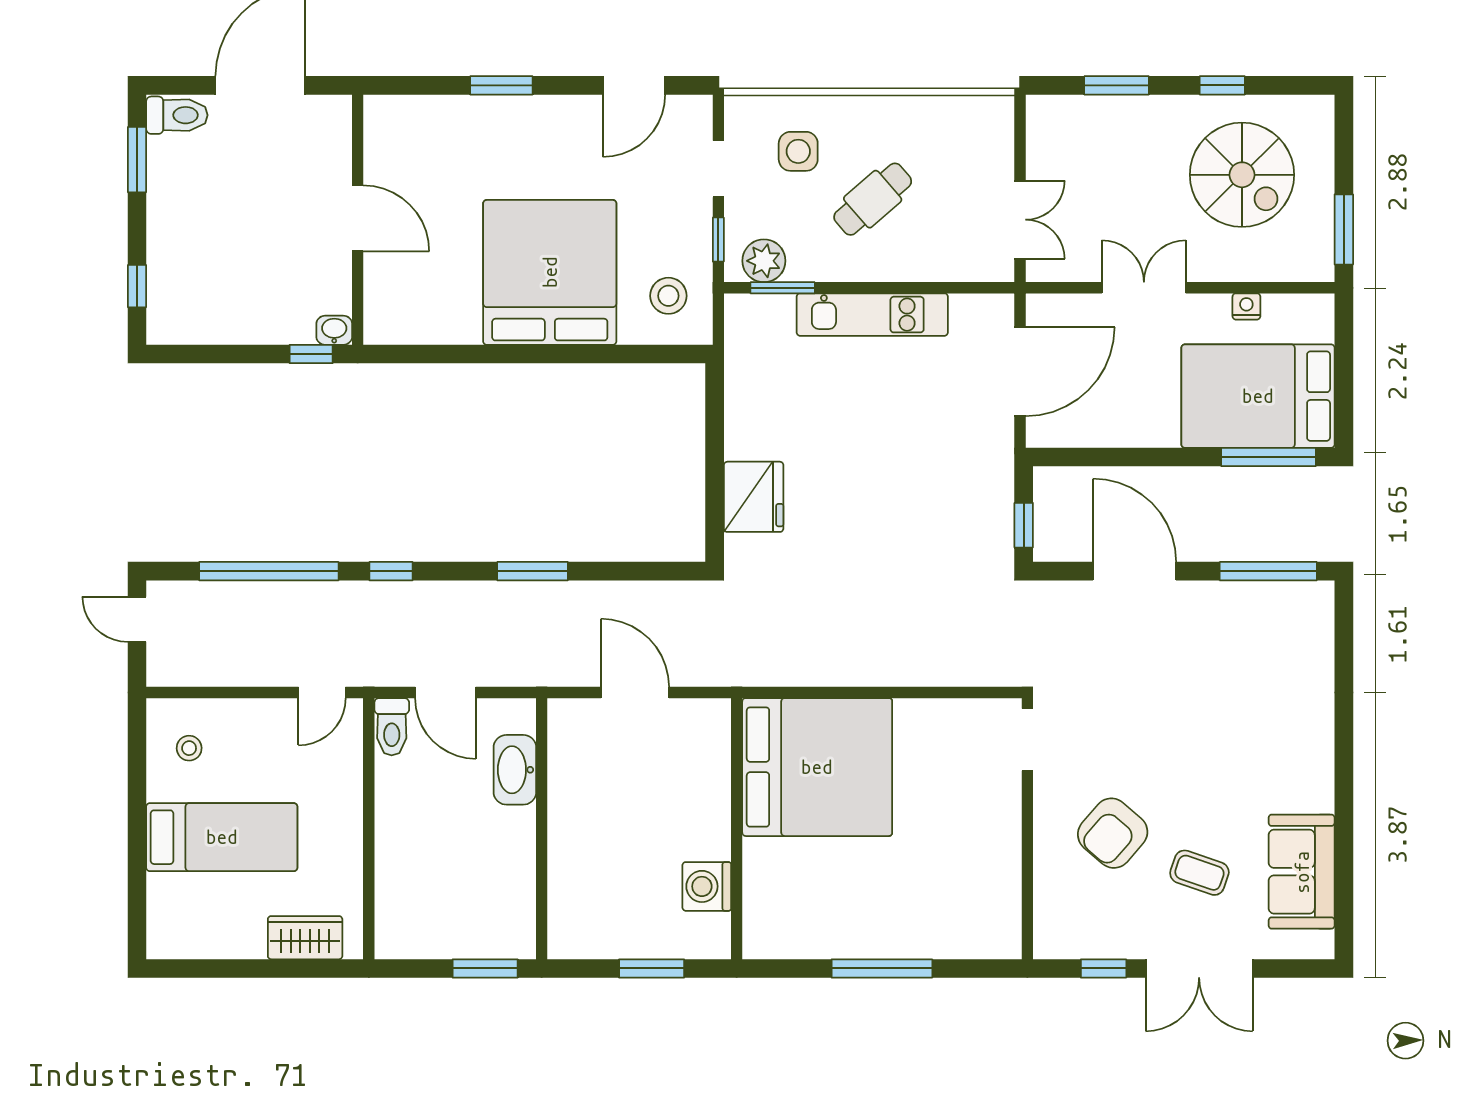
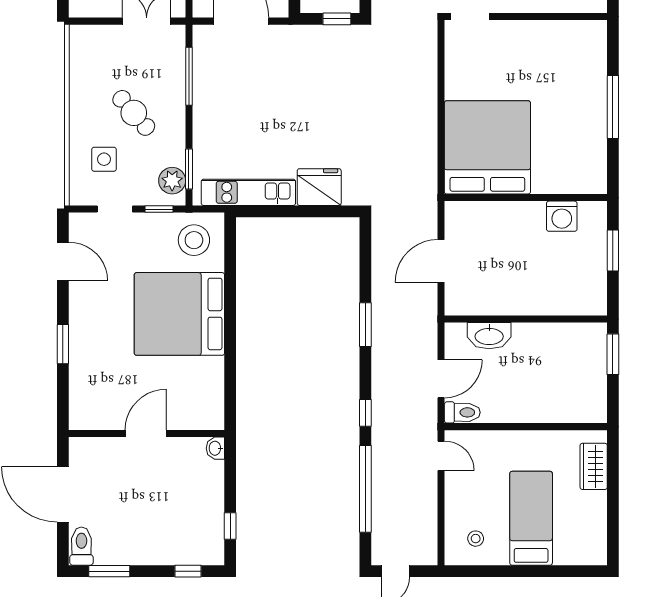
window: (931, 288) -> (189, 76), added
stool: (668, 296) -> (194, 240), width x1.38, depth x1.38
kitchen unit: (872, 315) -> (248, 192), moved, turned -90
window: (311, 354) -> (230, 526), moved

